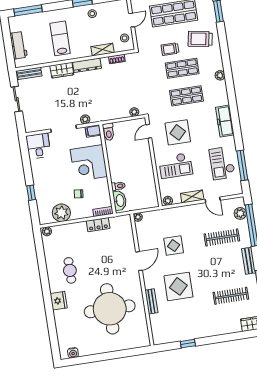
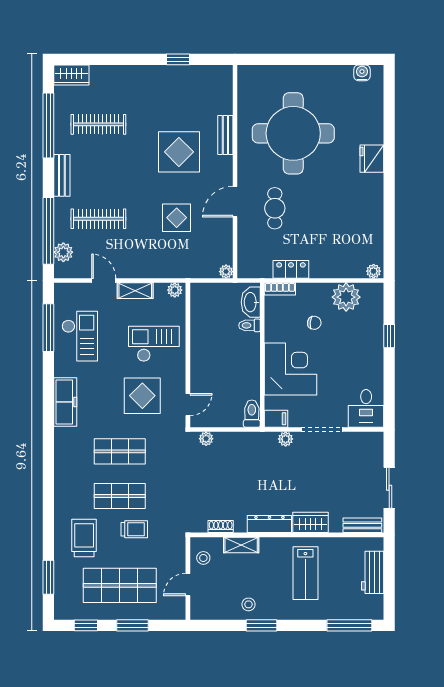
trolley: (200, 39) -> (84, 538), turned -100
plant: (220, 75) -> (62, 476), removed
cafe table: (70, 270) -> (275, 208), moved

